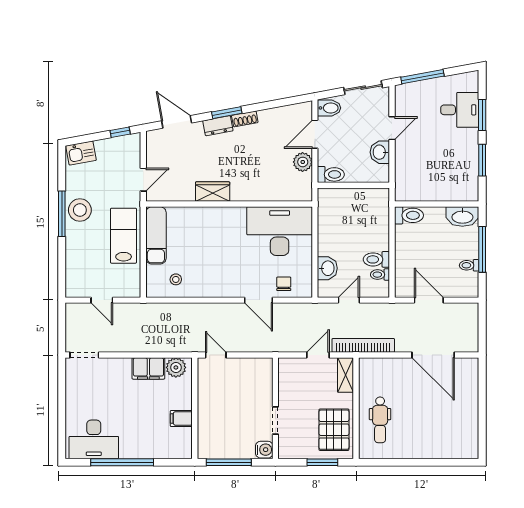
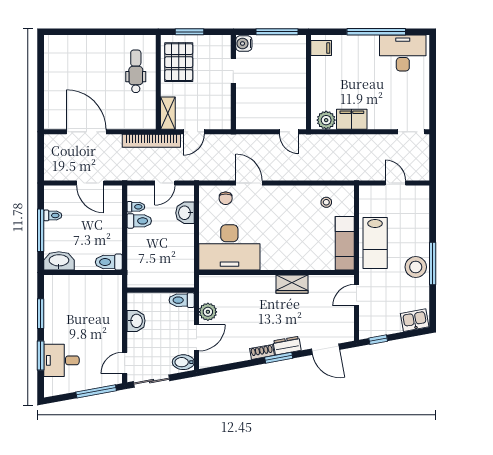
door: (392, 128) -> (125, 363), moved
filing cabinet: (181, 418) -> (321, 48), moved

